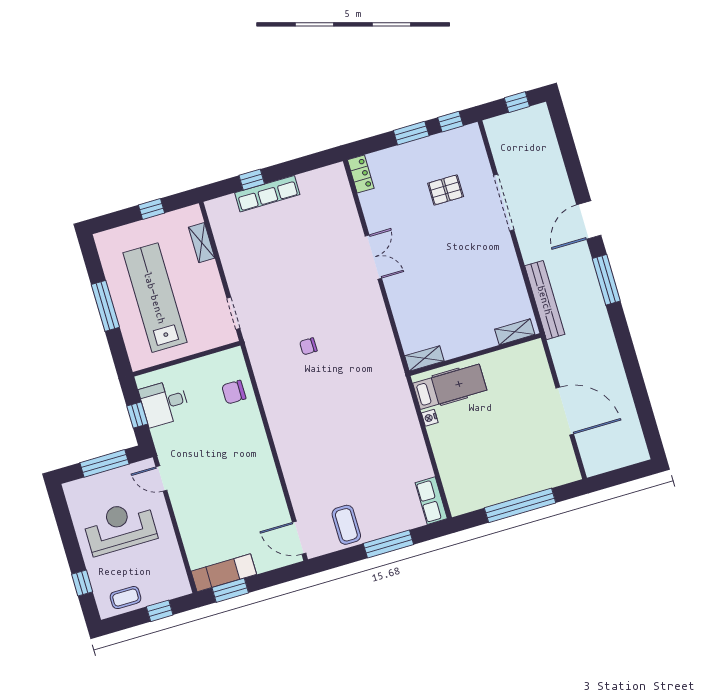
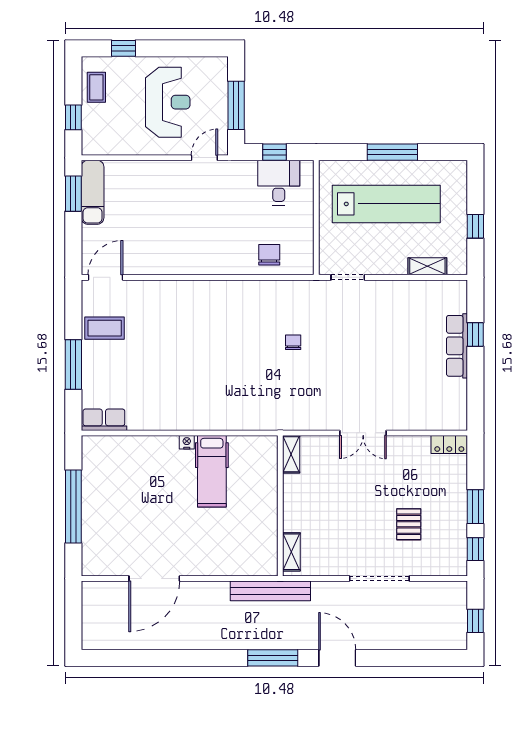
shelving: (515, 332) -> (291, 552), moved
wall: (475, 355) -> (280, 506), moved
shelving: (424, 358) -> (291, 454), moved

